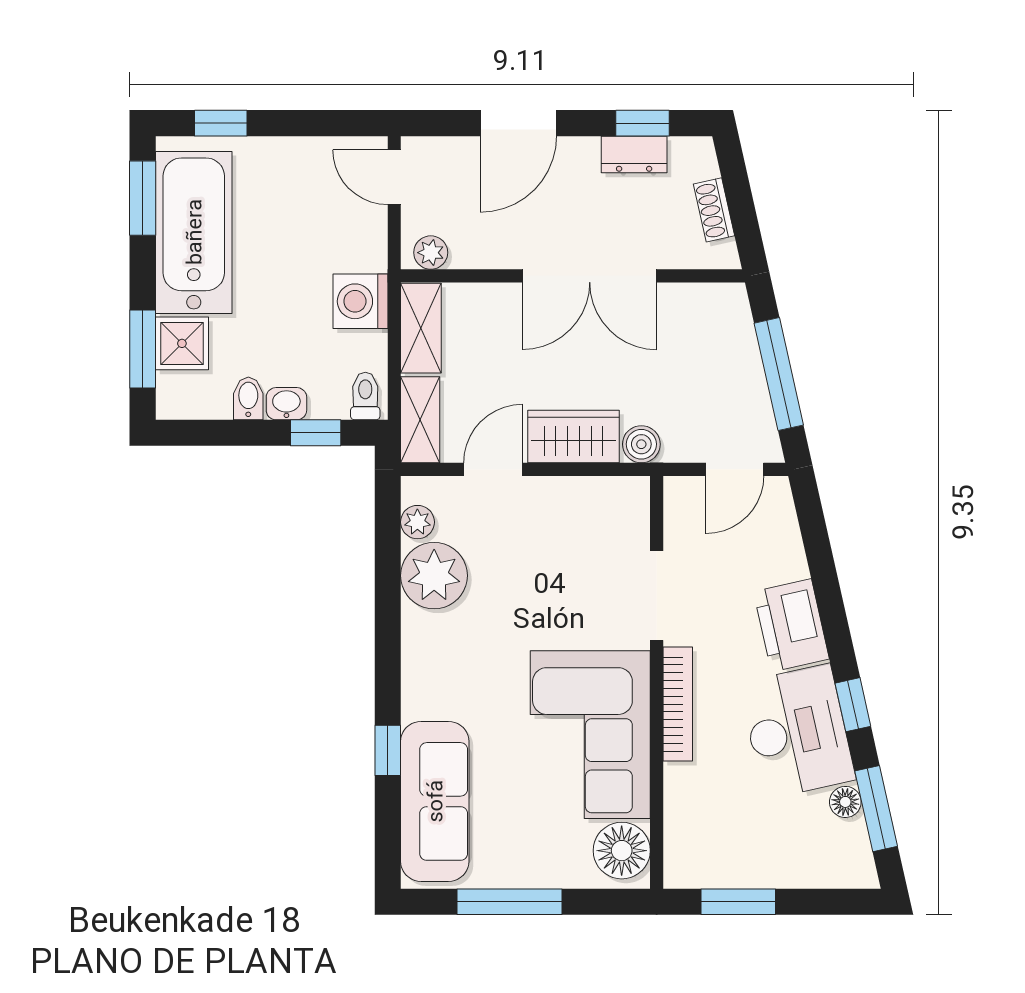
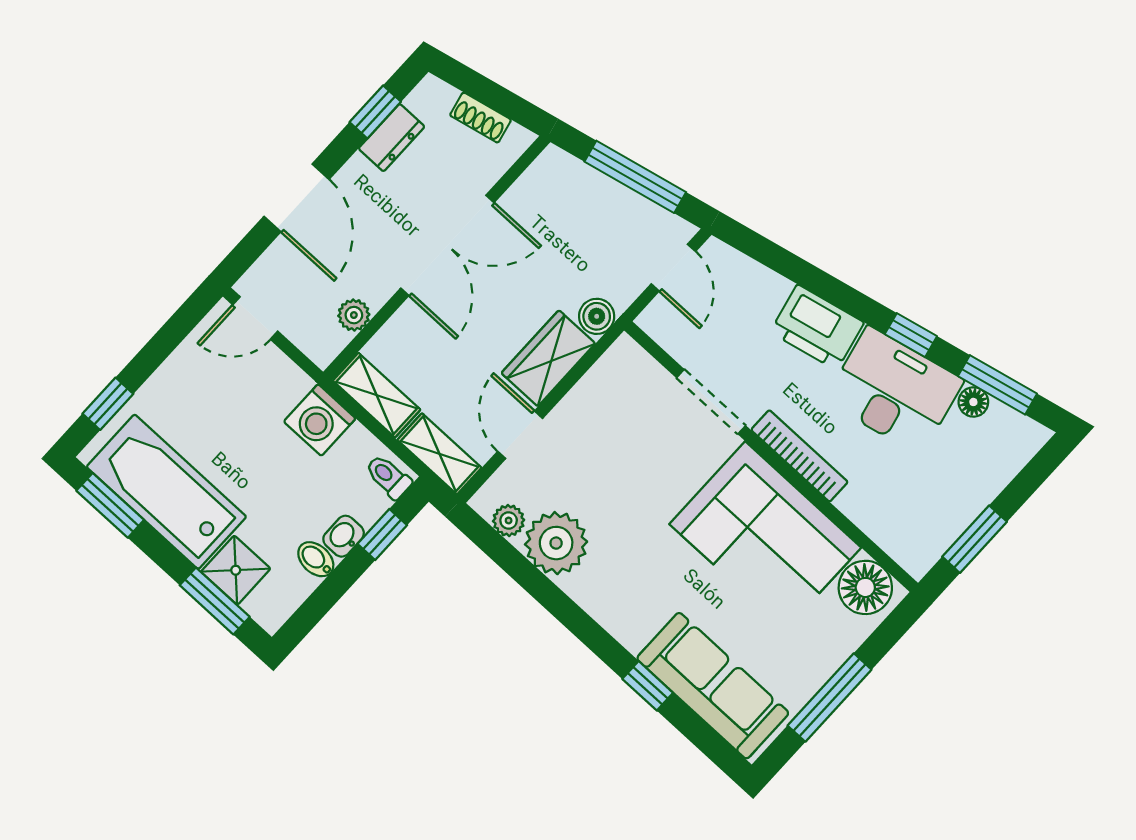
plant: (431, 253) -> (354, 315), moved

